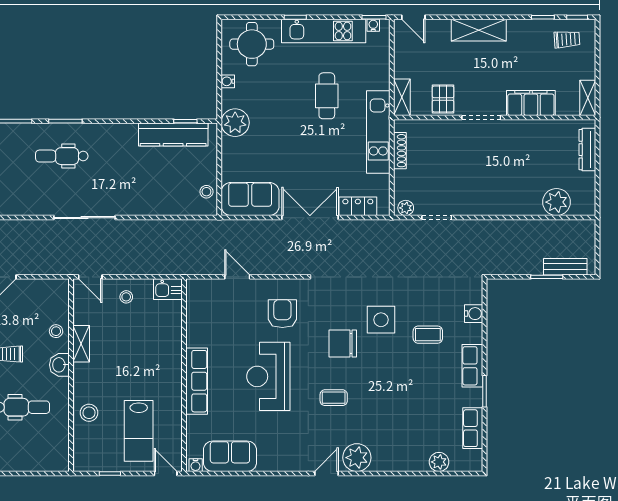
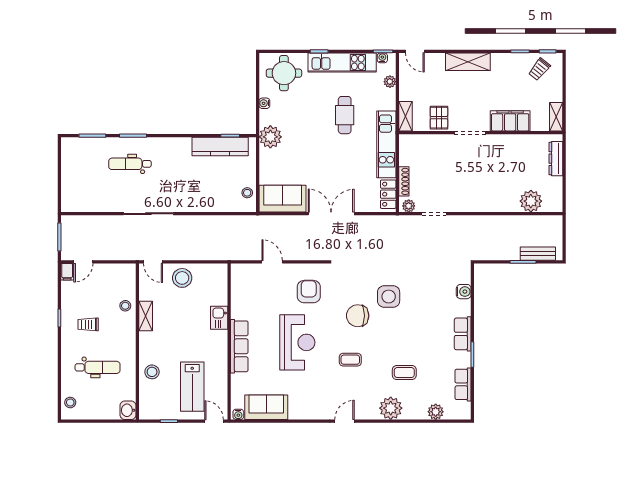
trolley: (567, 39) -> (539, 69), turned 133
plant: (383, 55) -> (390, 82), added
shoe rack: (400, 151) -> (404, 181), moved
locker: (358, 206) -> (388, 194), moved, turned -90
kitchen sink: (168, 289) -> (219, 318), moved, turned 90
stool: (126, 297) -> (182, 278), width x1.89, depth x1.89
coffee table: (428, 335) -> (404, 373), moved
washbasin: (59, 365) -> (128, 410), moved
reception desk: (268, 376) -> (297, 342), turned 180
plant: (357, 458) -> (391, 408), moved

